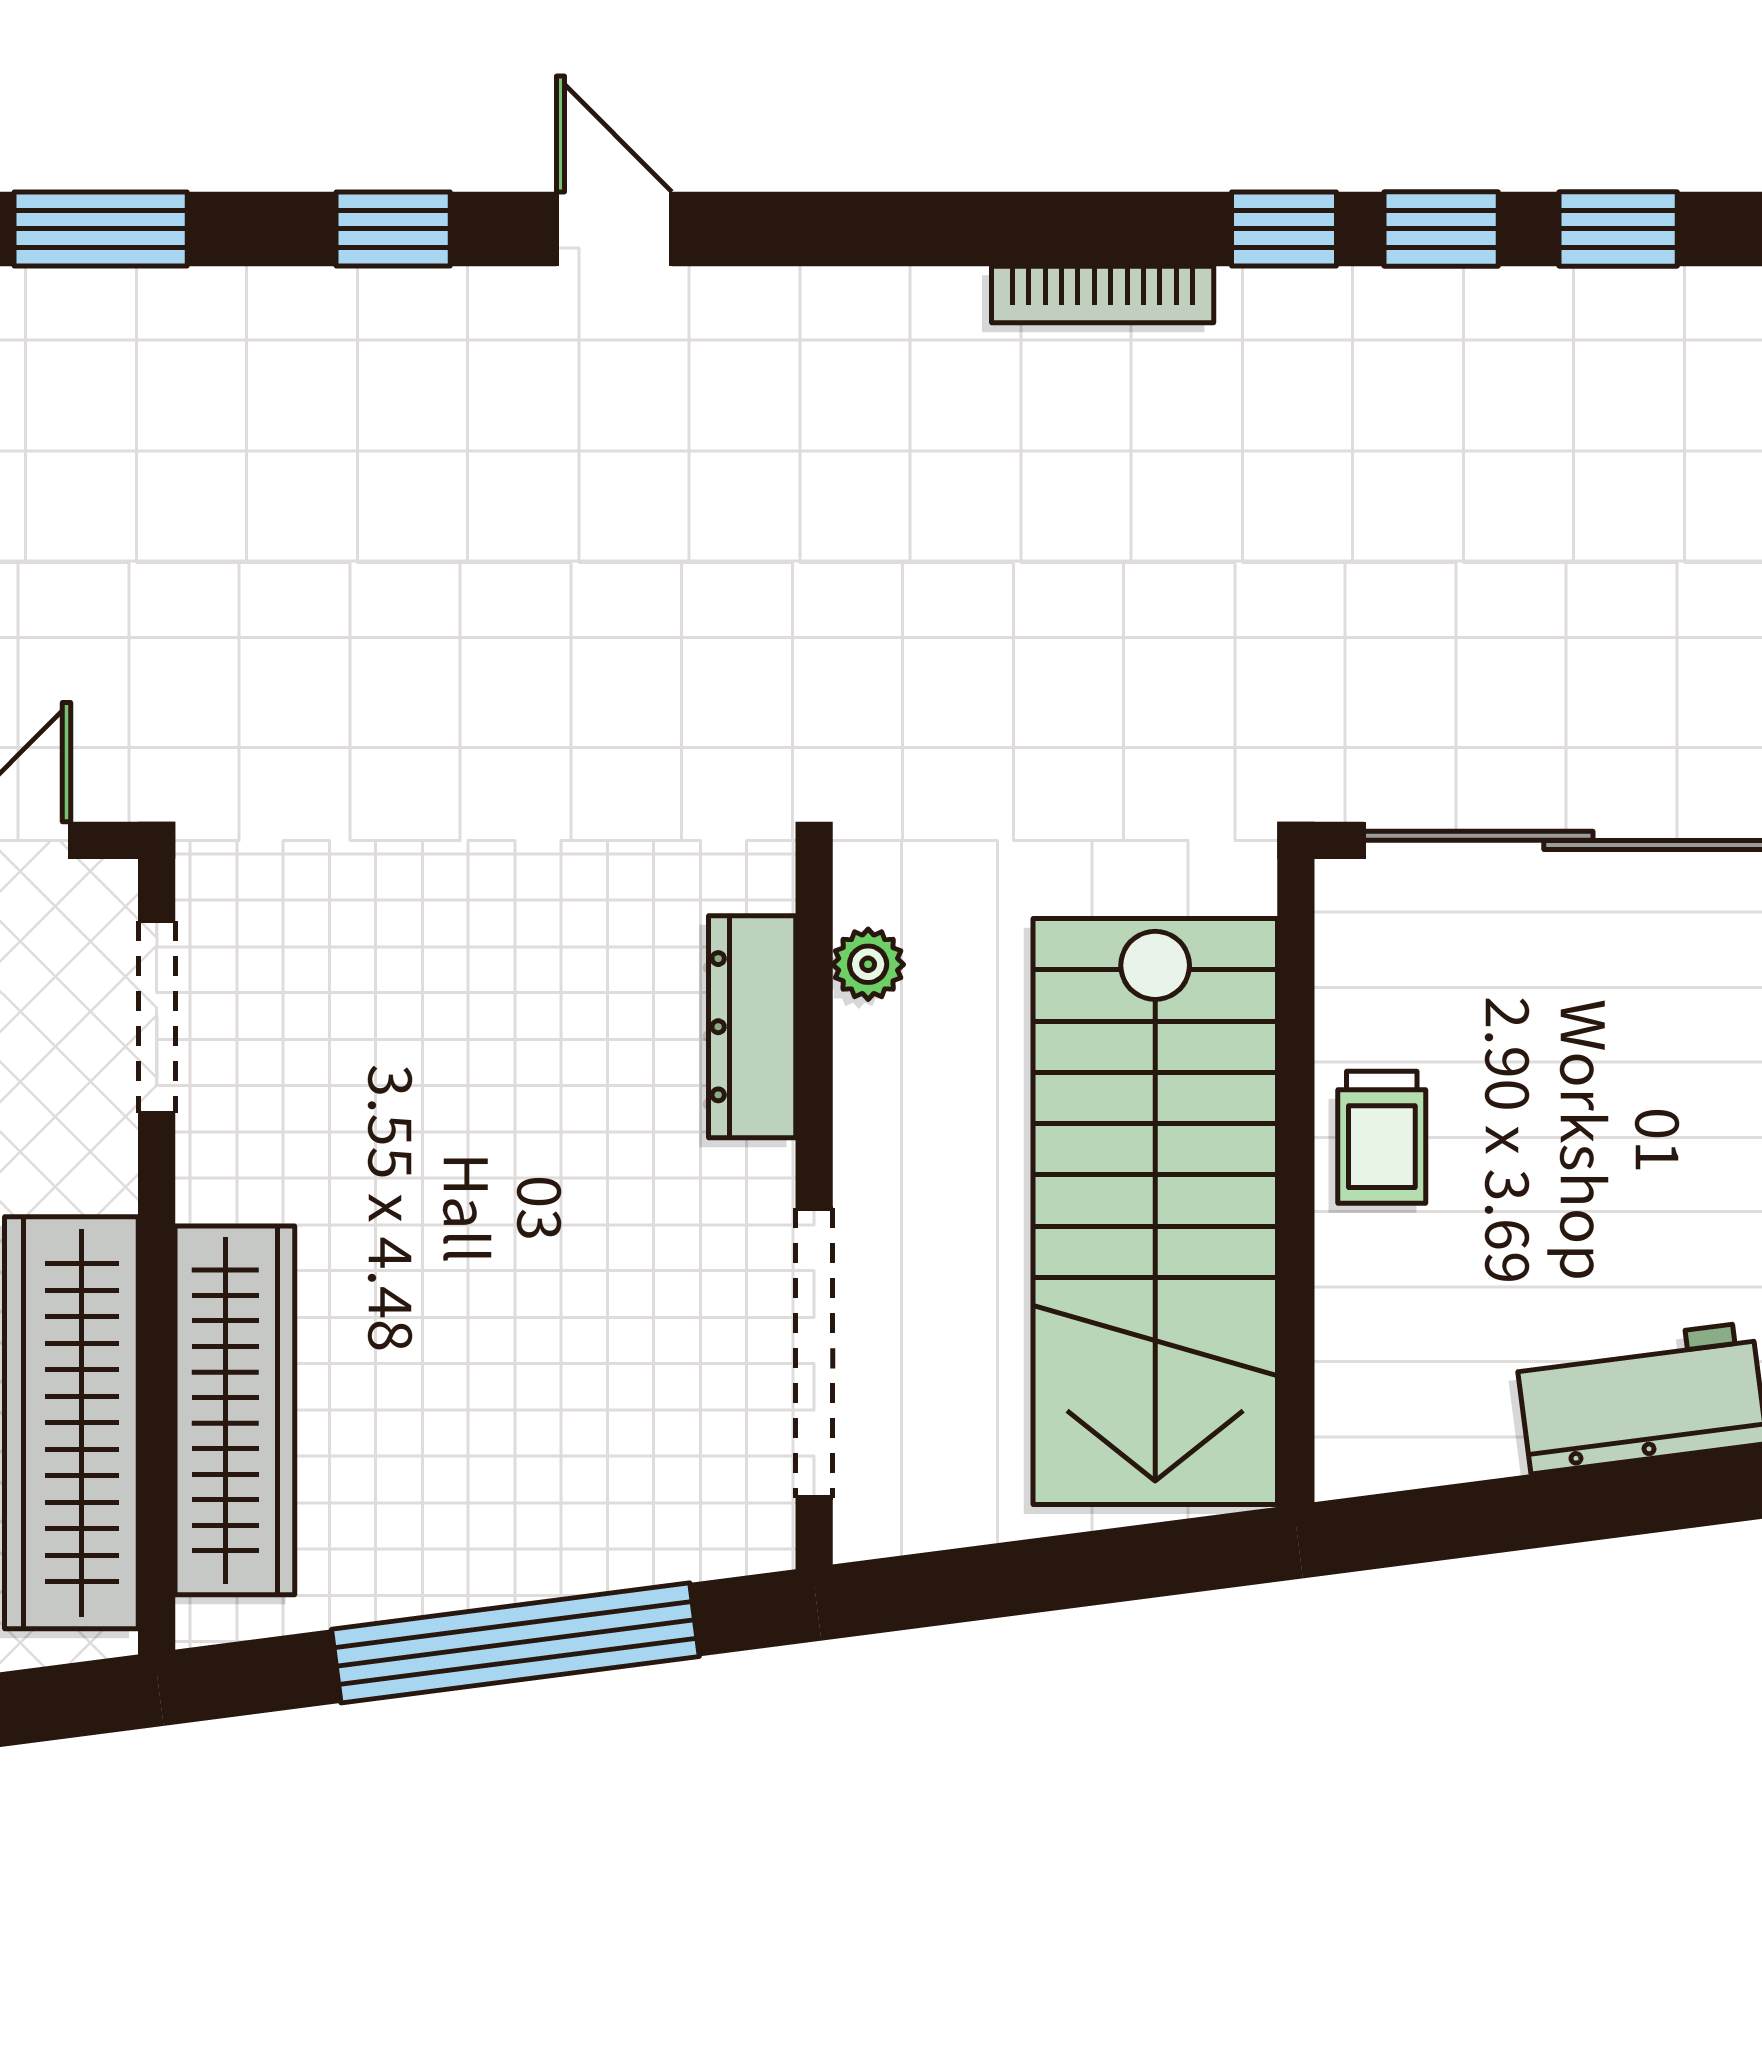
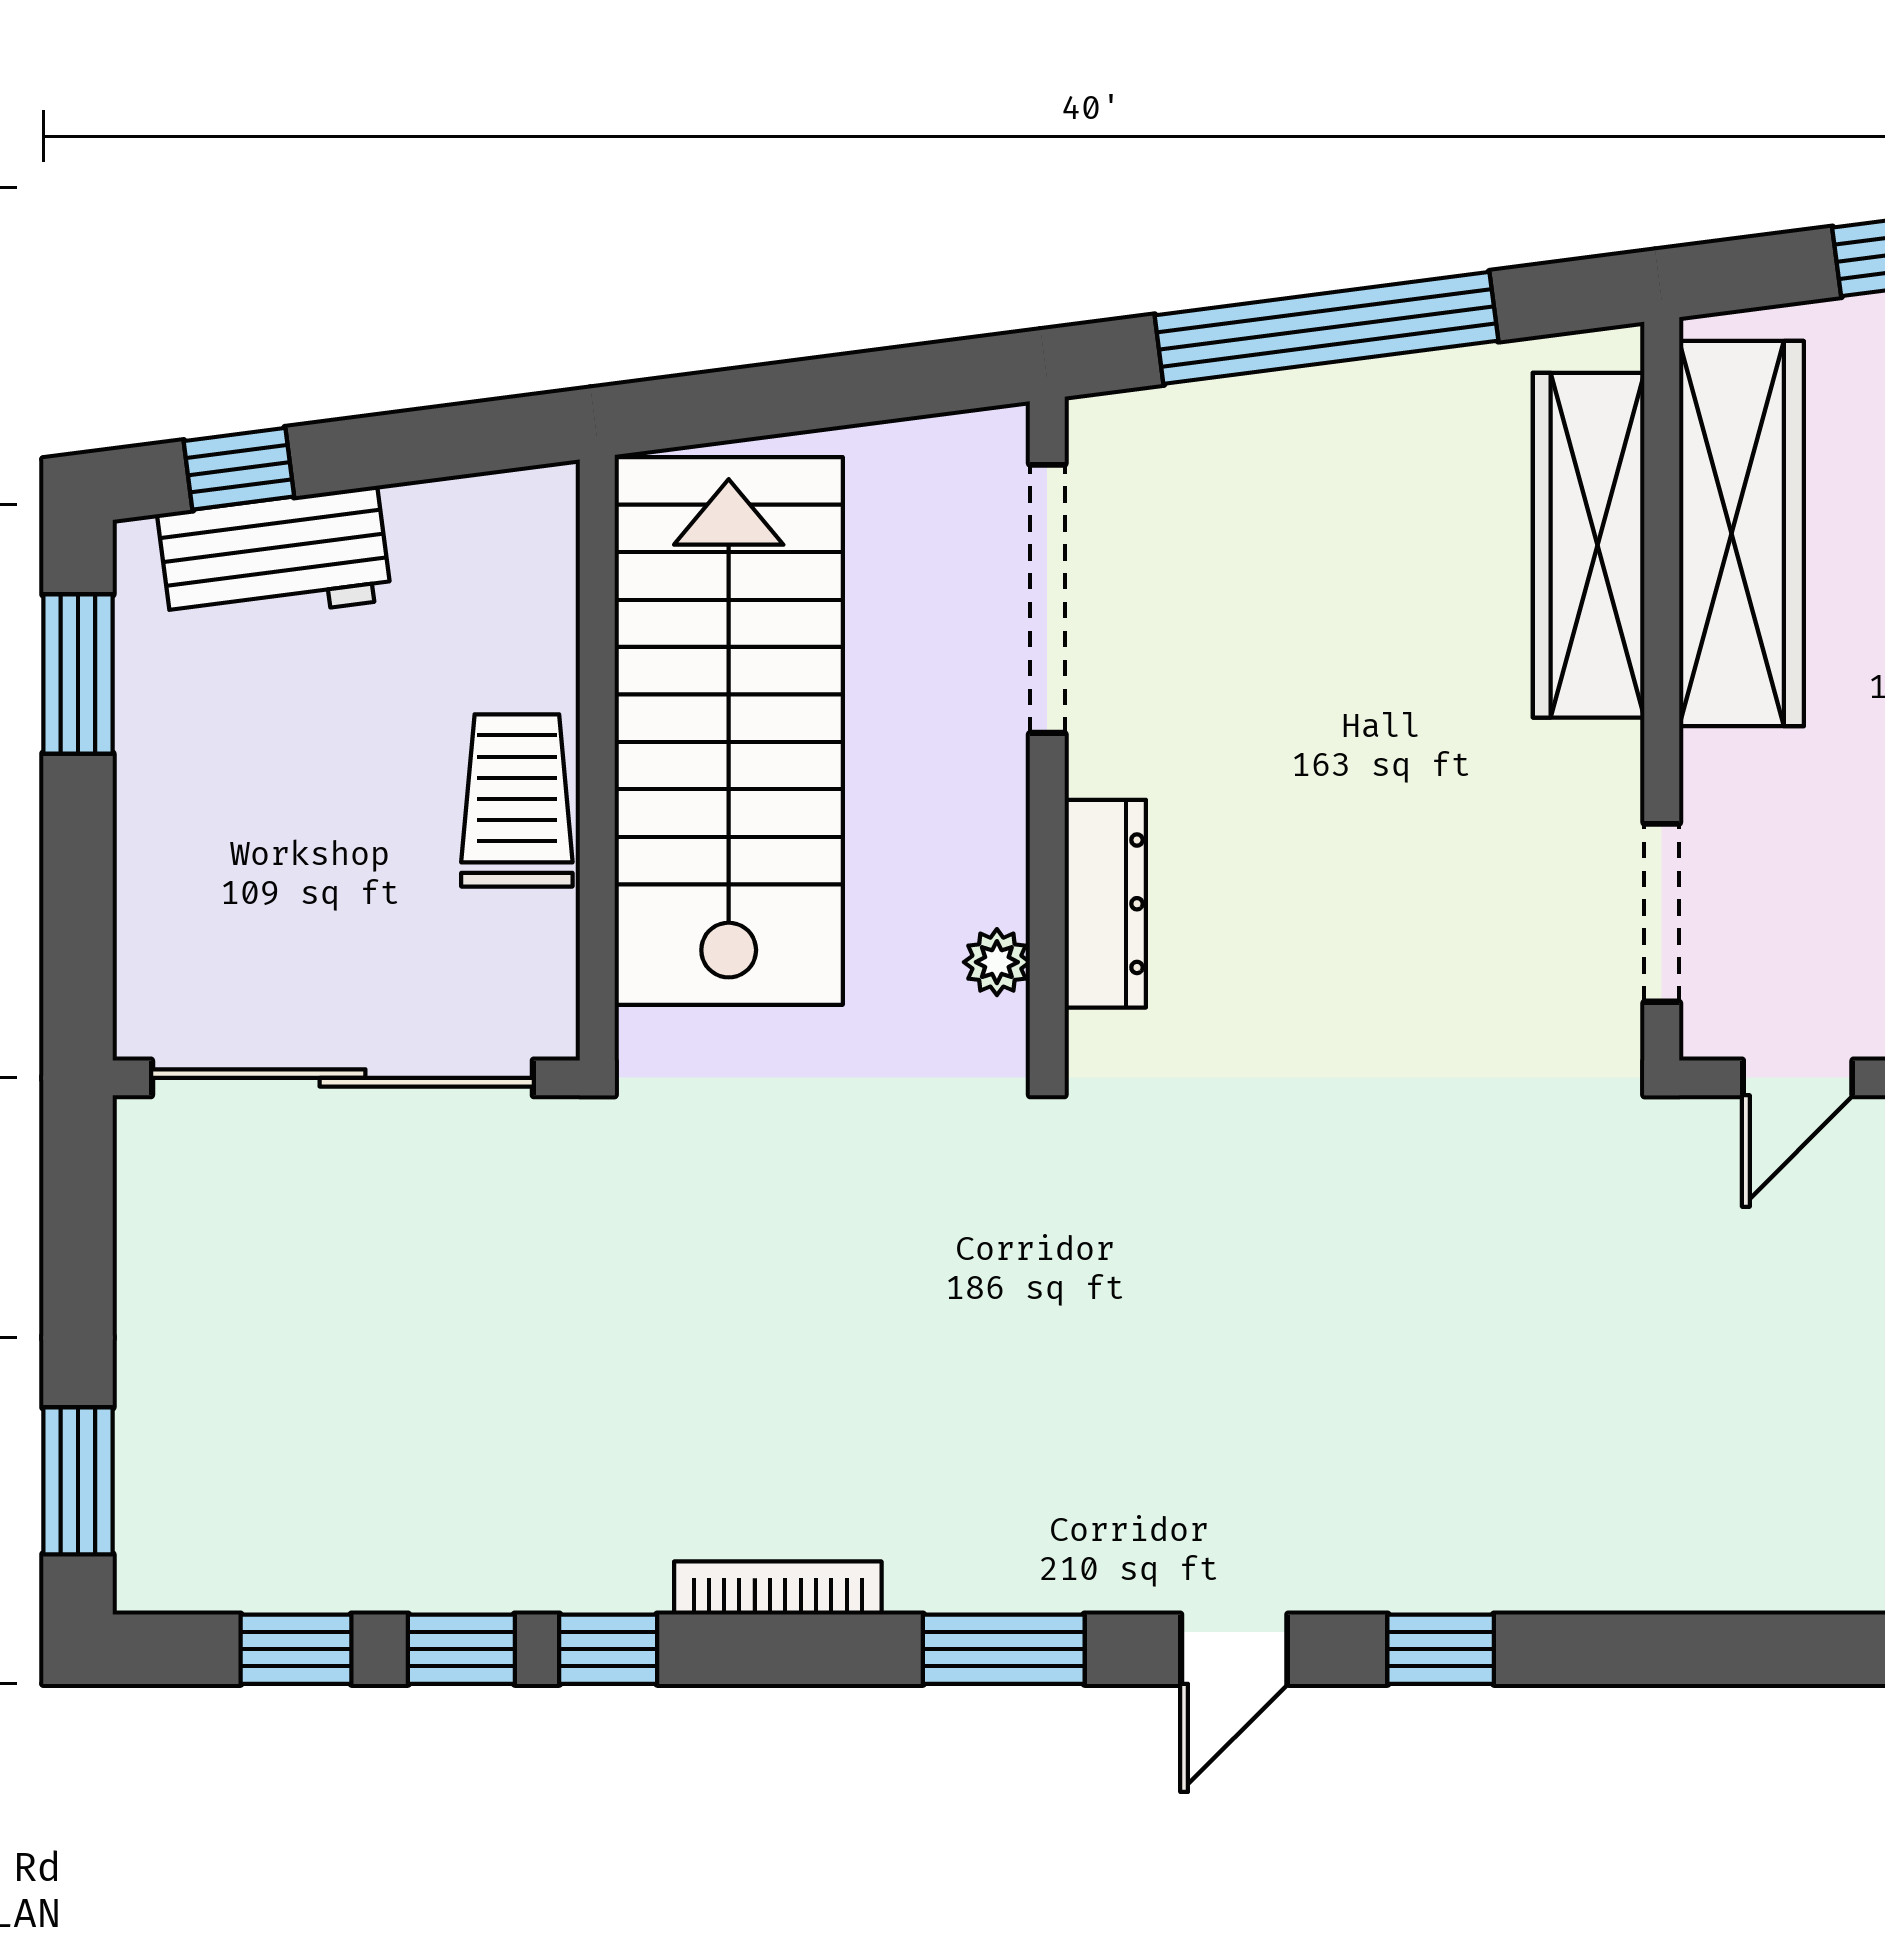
window: (101, 229) -> (1004, 1649), moved
door: (614, 229) -> (1234, 1649), hinge flipped
trolley: (1382, 1137) -> (517, 800), width x1.36, depth x1.39
window: (1679, 1492) -> (239, 469), added

